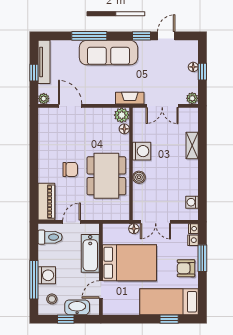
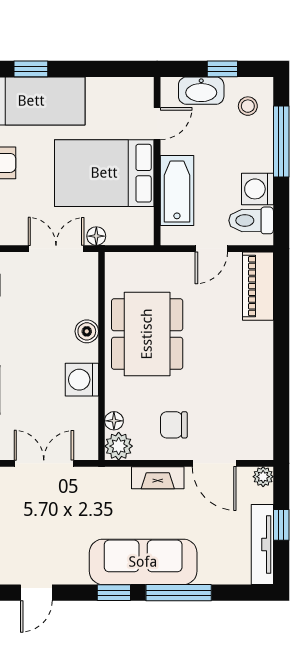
window: (142, 36) -> (114, 593), moved
fireplace: (130, 98) -> (158, 478), moved
chair: (70, 169) -> (174, 425), moved
washing machine: (47, 275) -> (257, 189), moved

